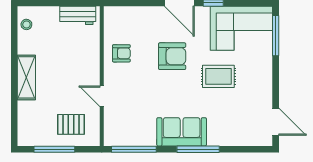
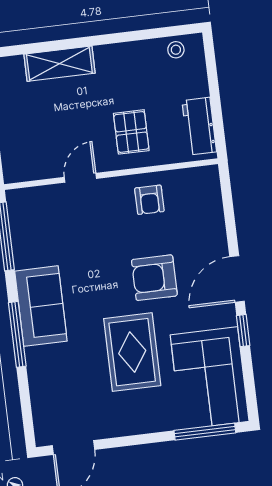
armchair: (172, 56) -> (154, 278), turned 90
rug: (218, 76) -> (132, 352), width x1.36, depth x1.43
shelving: (26, 77) -> (59, 64), moved
pallet: (71, 124) -> (131, 132), moved

